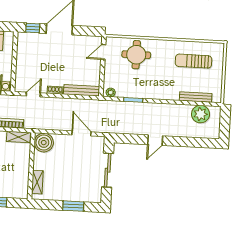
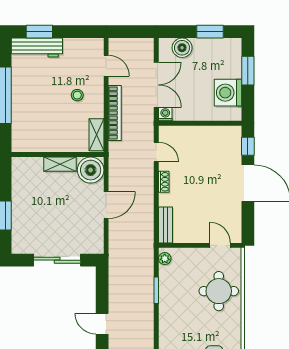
bench: (82, 90) -> (165, 225), width x0.73
door: (82, 133) -> (106, 205), moved
shelving: (37, 182) -> (60, 164), moved

